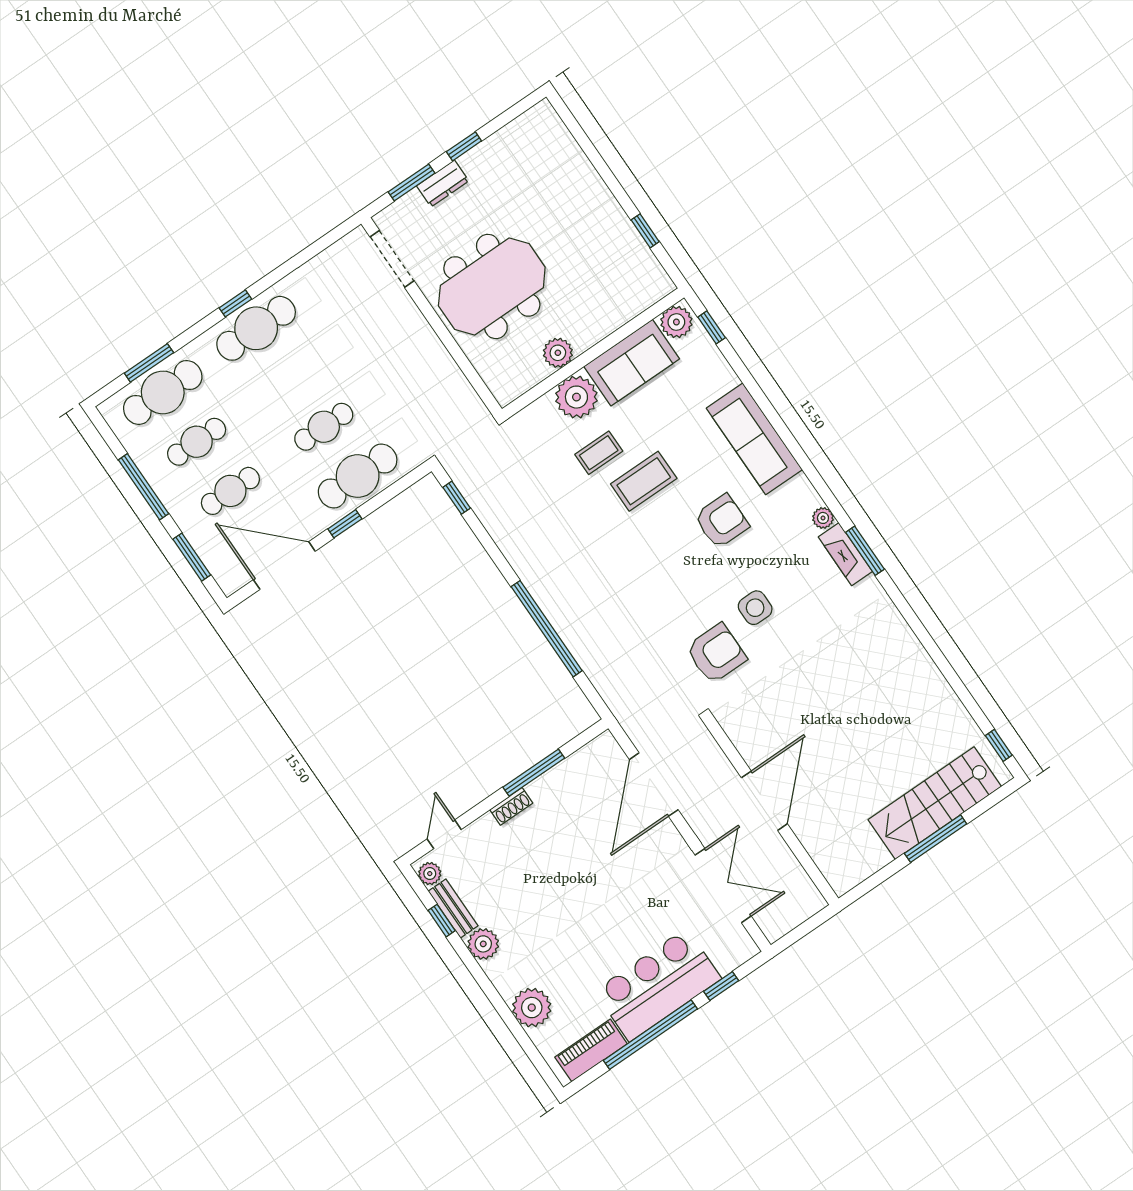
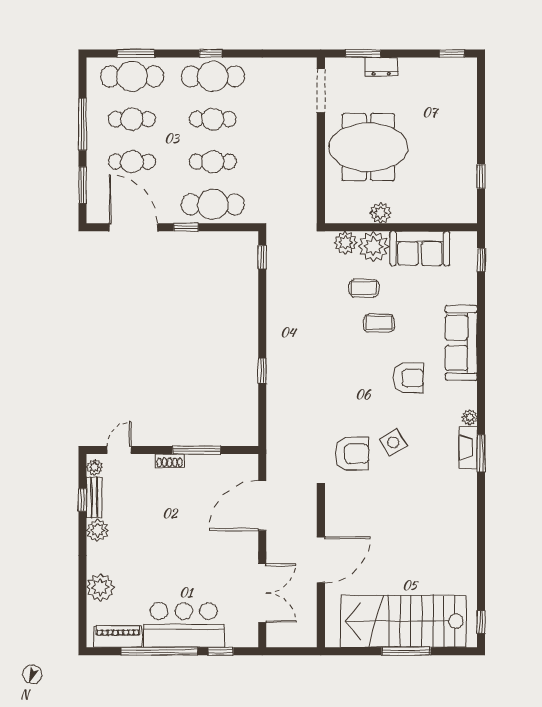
window: (464, 146) -> (452, 53), moved
plant: (676, 322) -> (345, 243), moved
cafe table: (290, 378) -> (213, 119), added
coffee table: (644, 481) -> (379, 323), width x0.73, depth x0.77
side table: (755, 608) -> (393, 442), turned -32
window: (547, 629) -> (262, 371), width x0.32
stairs: (935, 803) -> (403, 621), width x1.36, depth x1.51

